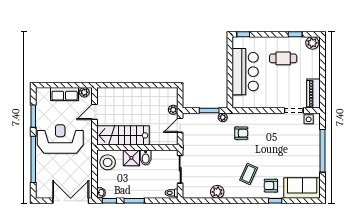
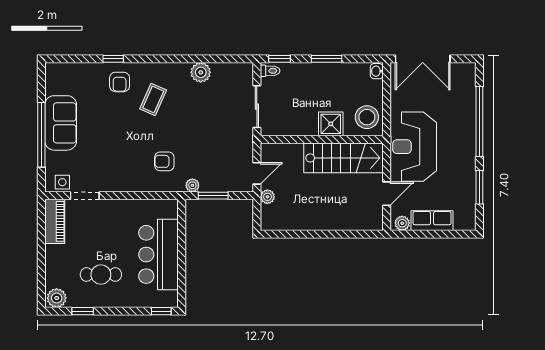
reception desk: (60, 139) -> (415, 147), moved, turned 90
bidet: (146, 157) -> (309, 124), removed
armchair: (271, 186) -> (120, 82), turned 90
sofa: (302, 188) -> (61, 123), moved, turned -90
window: (109, 201) -> (279, 59), moved

